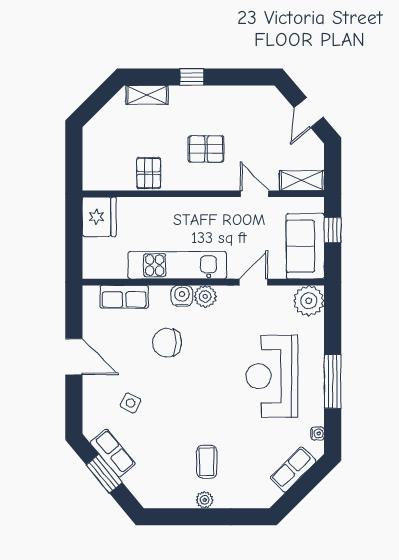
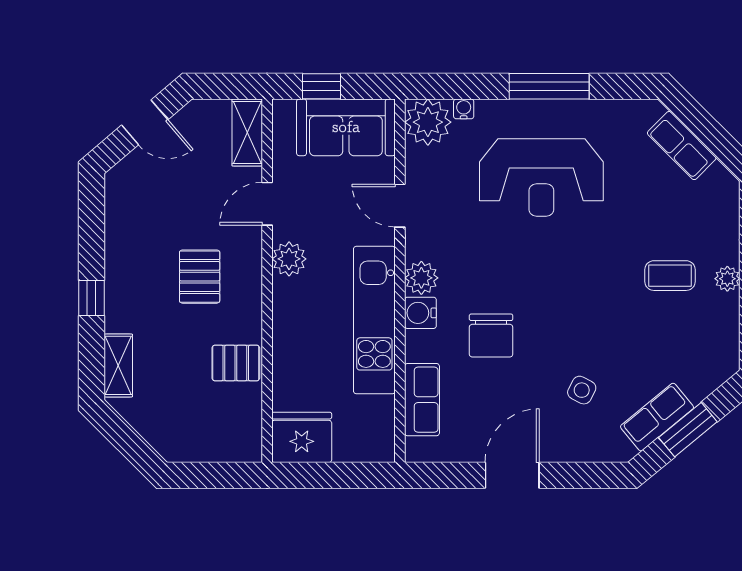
plant: (218, 208) -> (289, 259), added
water cooler: (318, 434) -> (464, 109), moved

